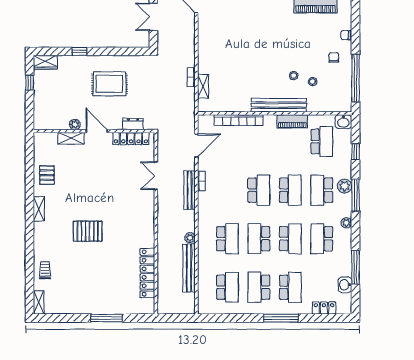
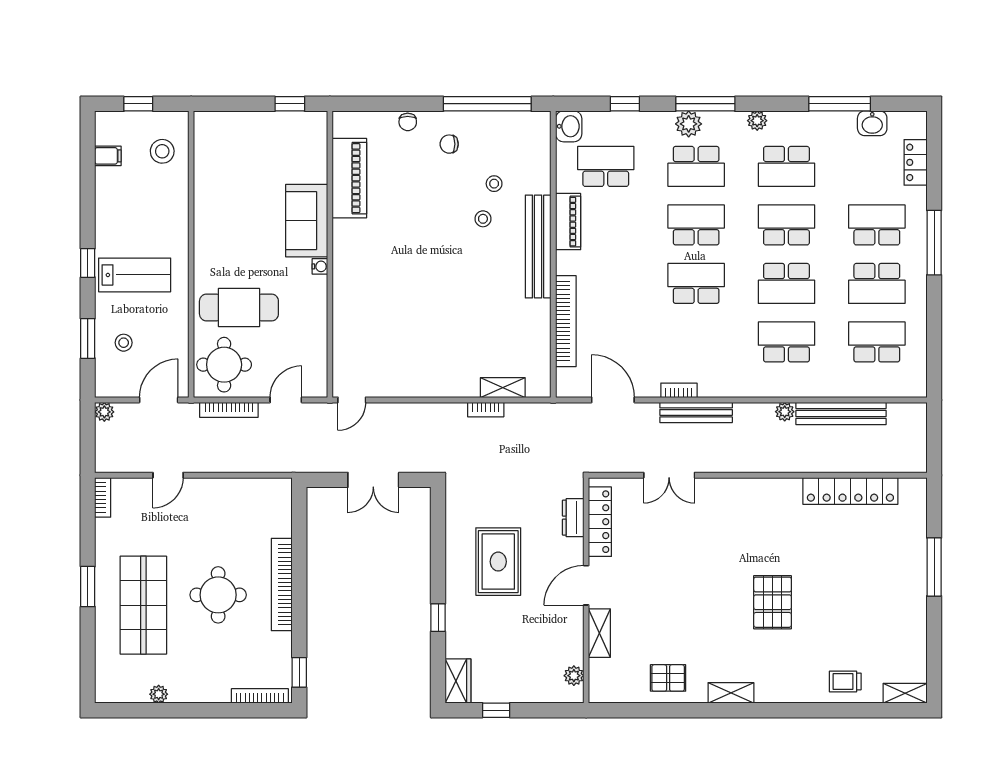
plant: (75, 124) -> (574, 676), moved

